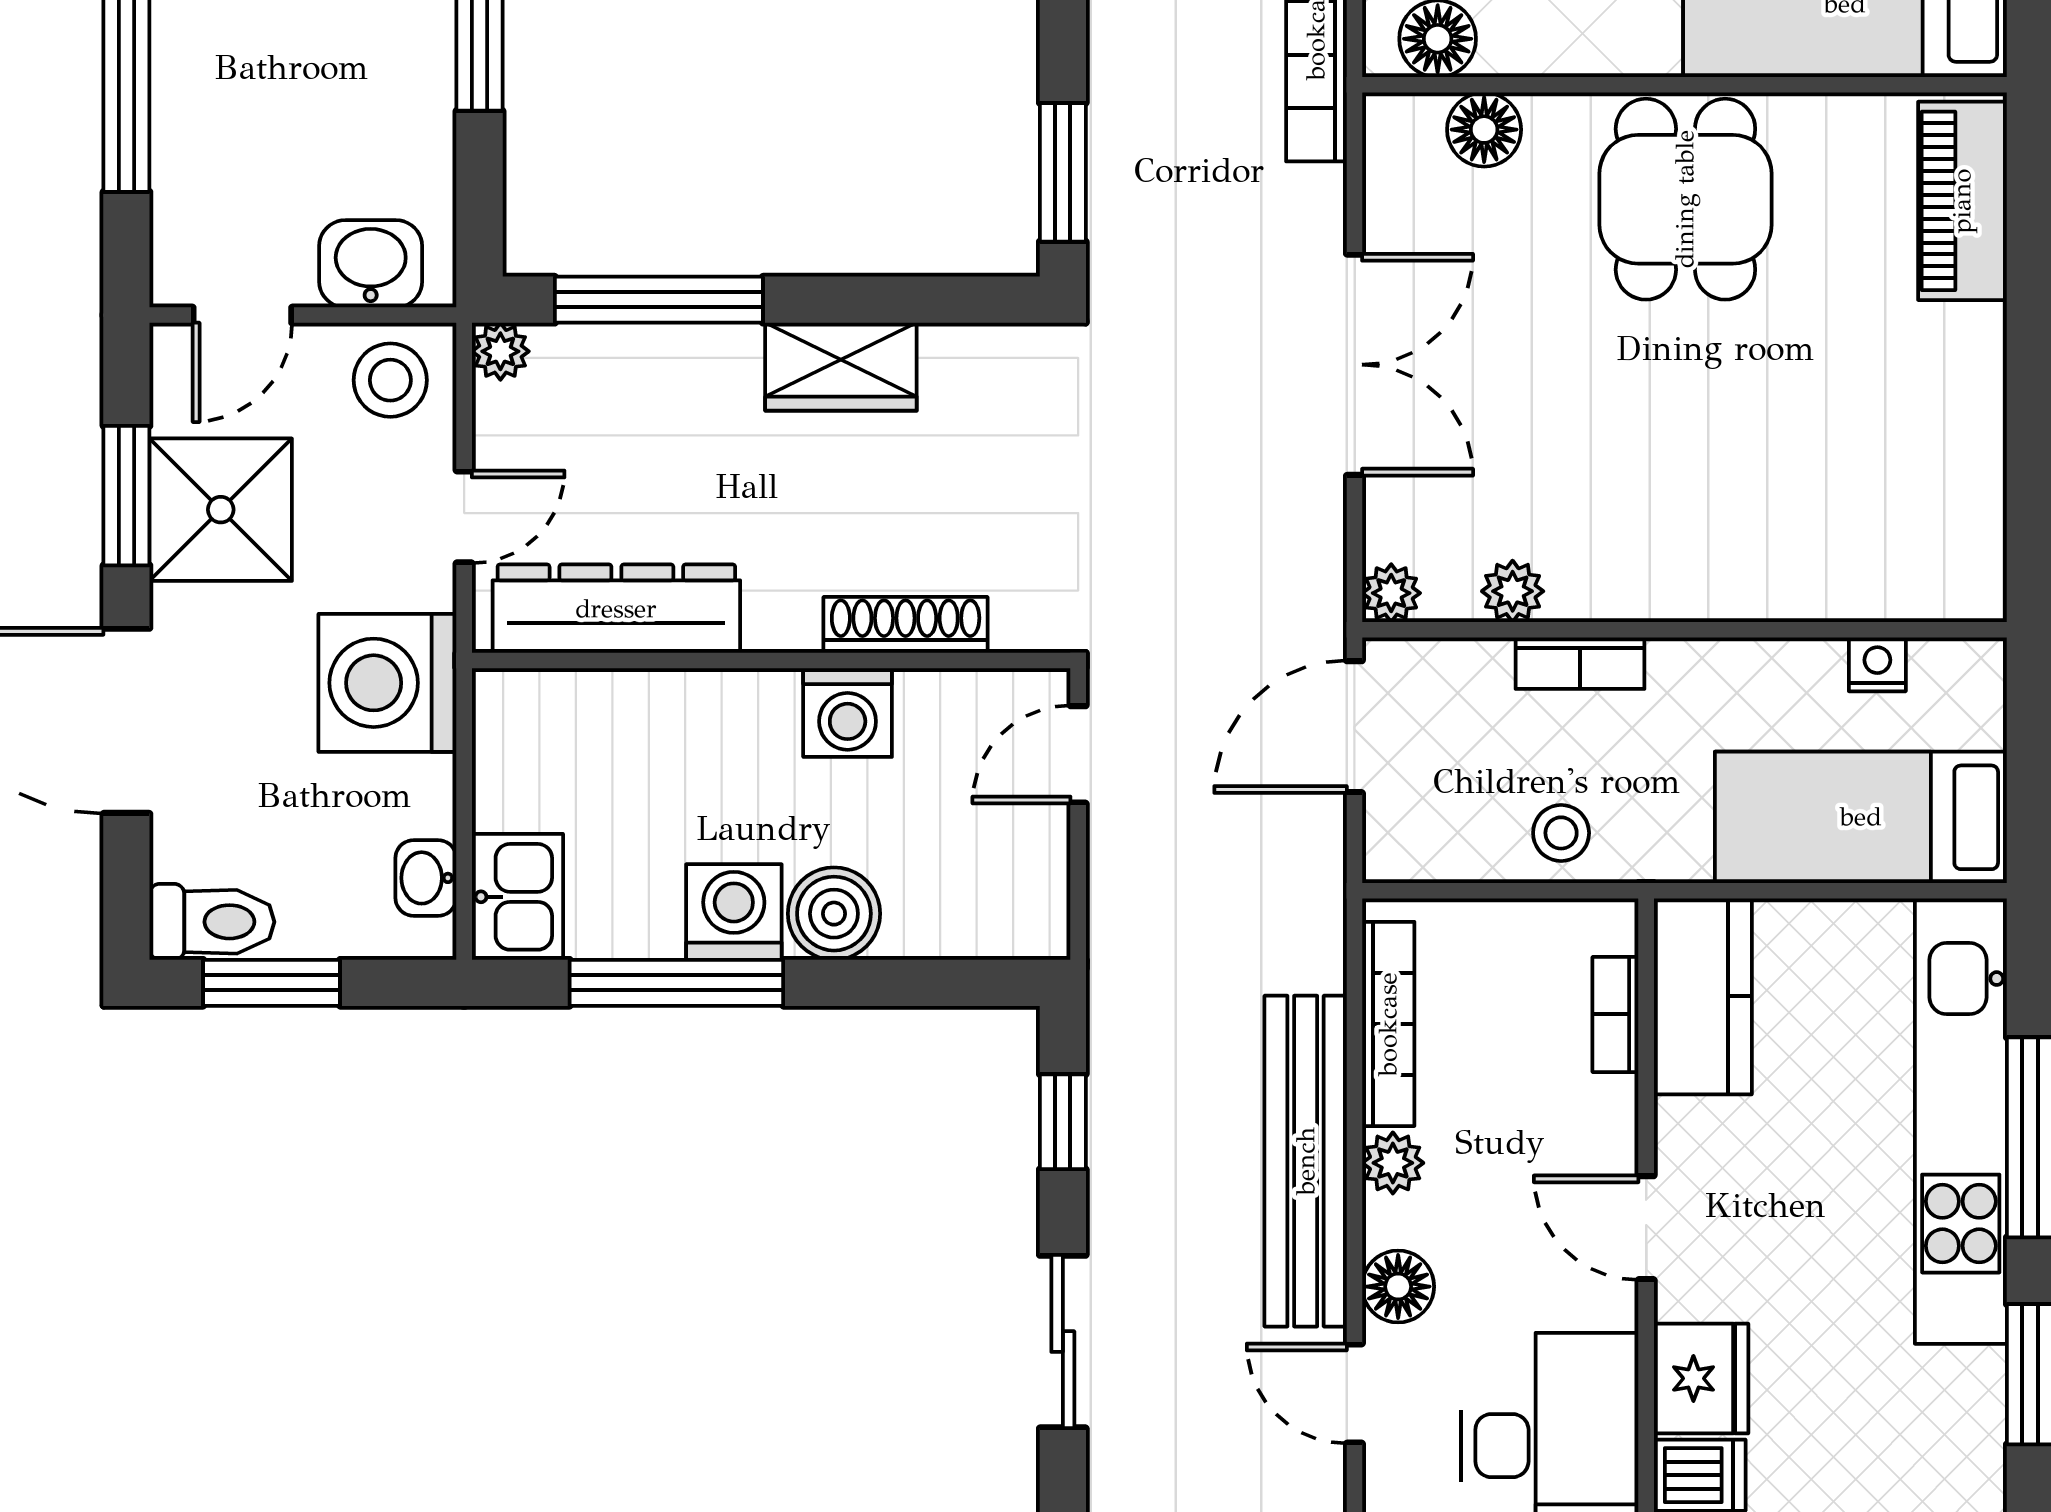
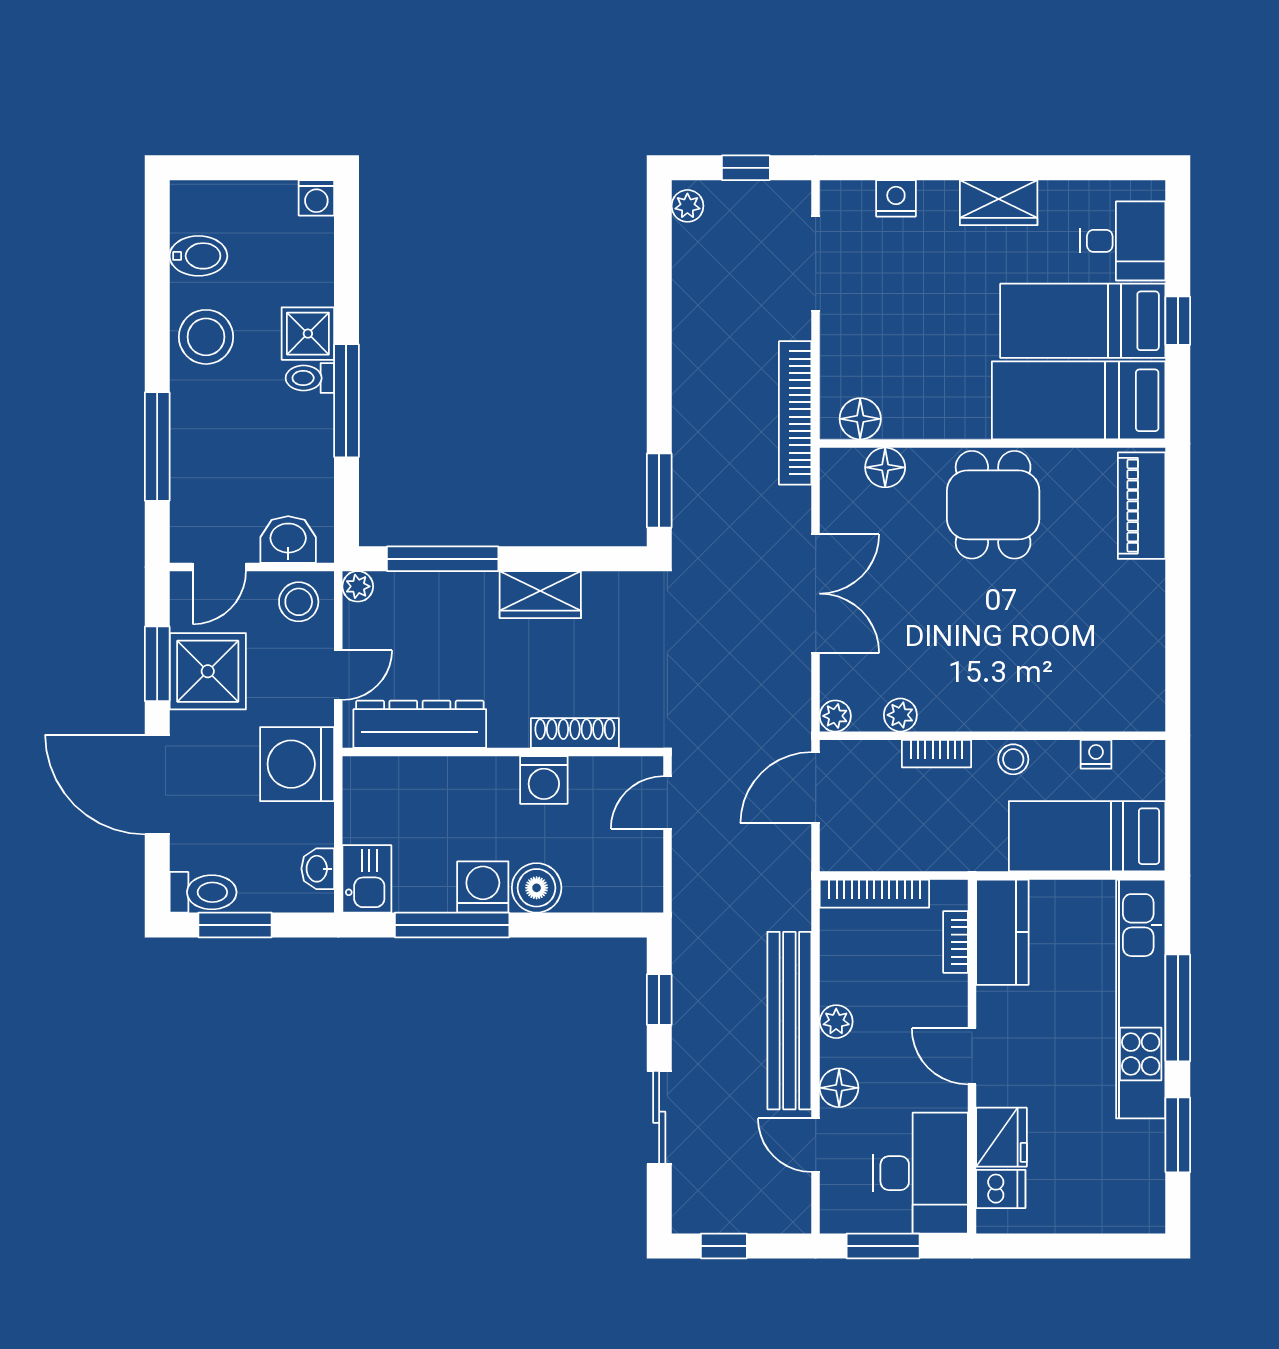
stool: (1561, 833) -> (1013, 759), moved
bookcase: (1388, 1024) -> (874, 894), moved, turned 90

